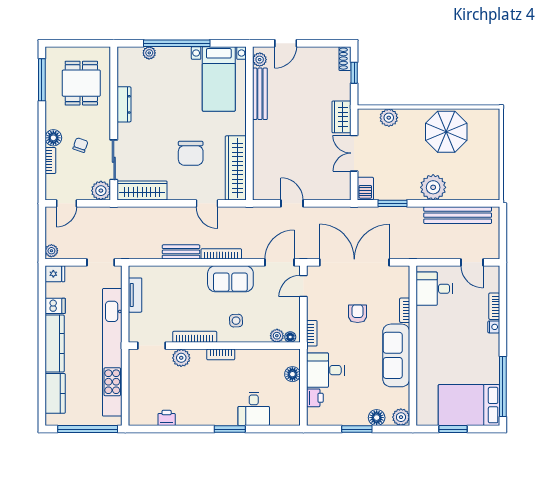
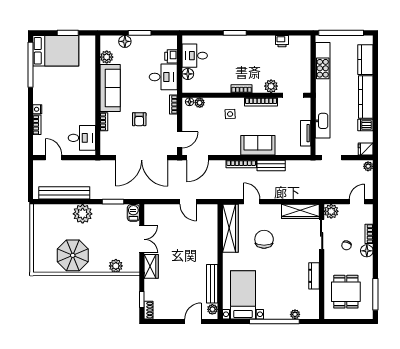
sofa: (230, 279) -> (258, 145), moved
desk: (254, 409) -> (195, 56), moved, turned -90
plant: (401, 417) -> (107, 57), moved

